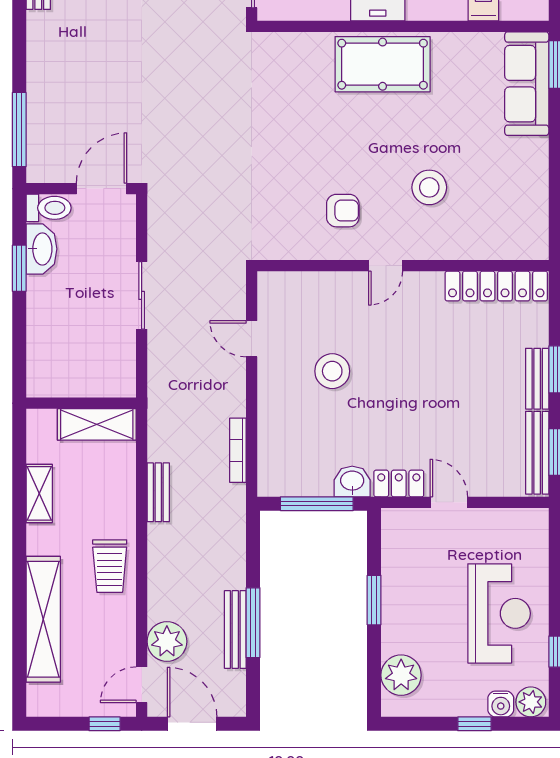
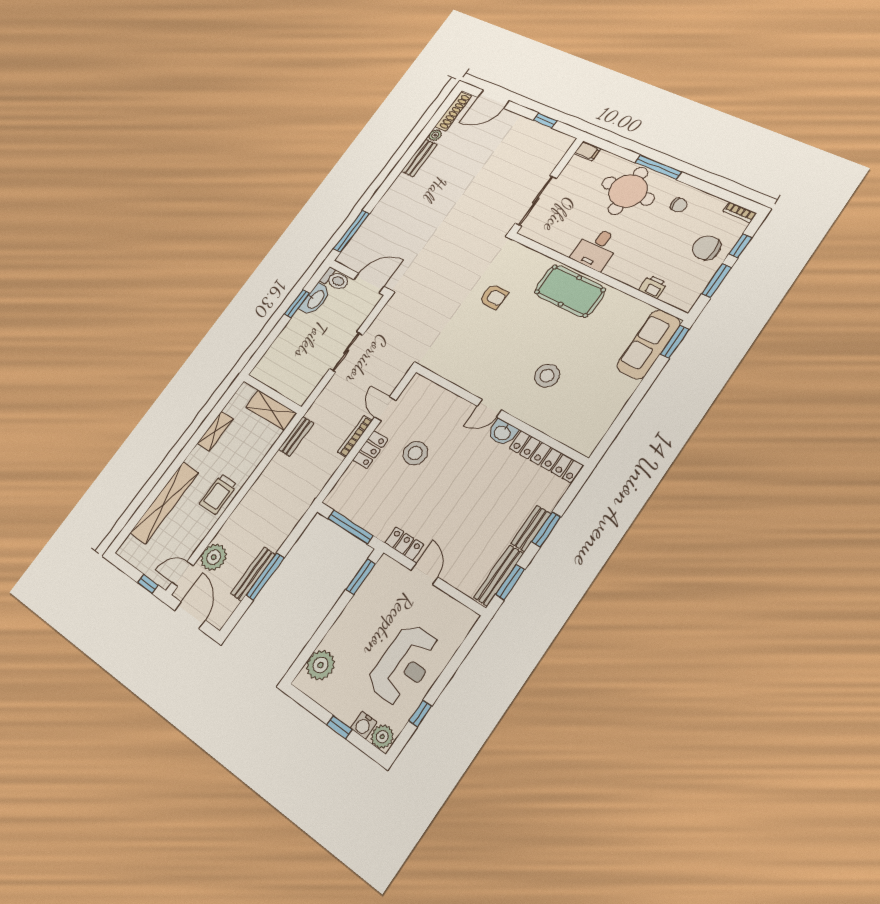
armchair: (343, 211) -> (494, 297), moved
locker: (271, 399) -> (370, 450), added
bookcase: (238, 450) -> (355, 436), moved
washbasin: (352, 481) -> (502, 433), moved, turned 180
bench: (158, 492) -> (296, 436), moved
window: (374, 600) -> (361, 577), moved

